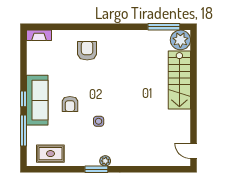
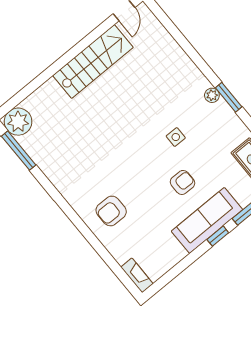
stairs: (179, 80) -> (93, 62), moved

